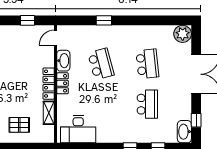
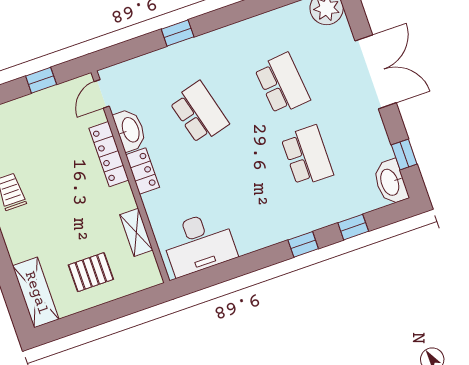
locker: (49, 84) -> (109, 154), moved

